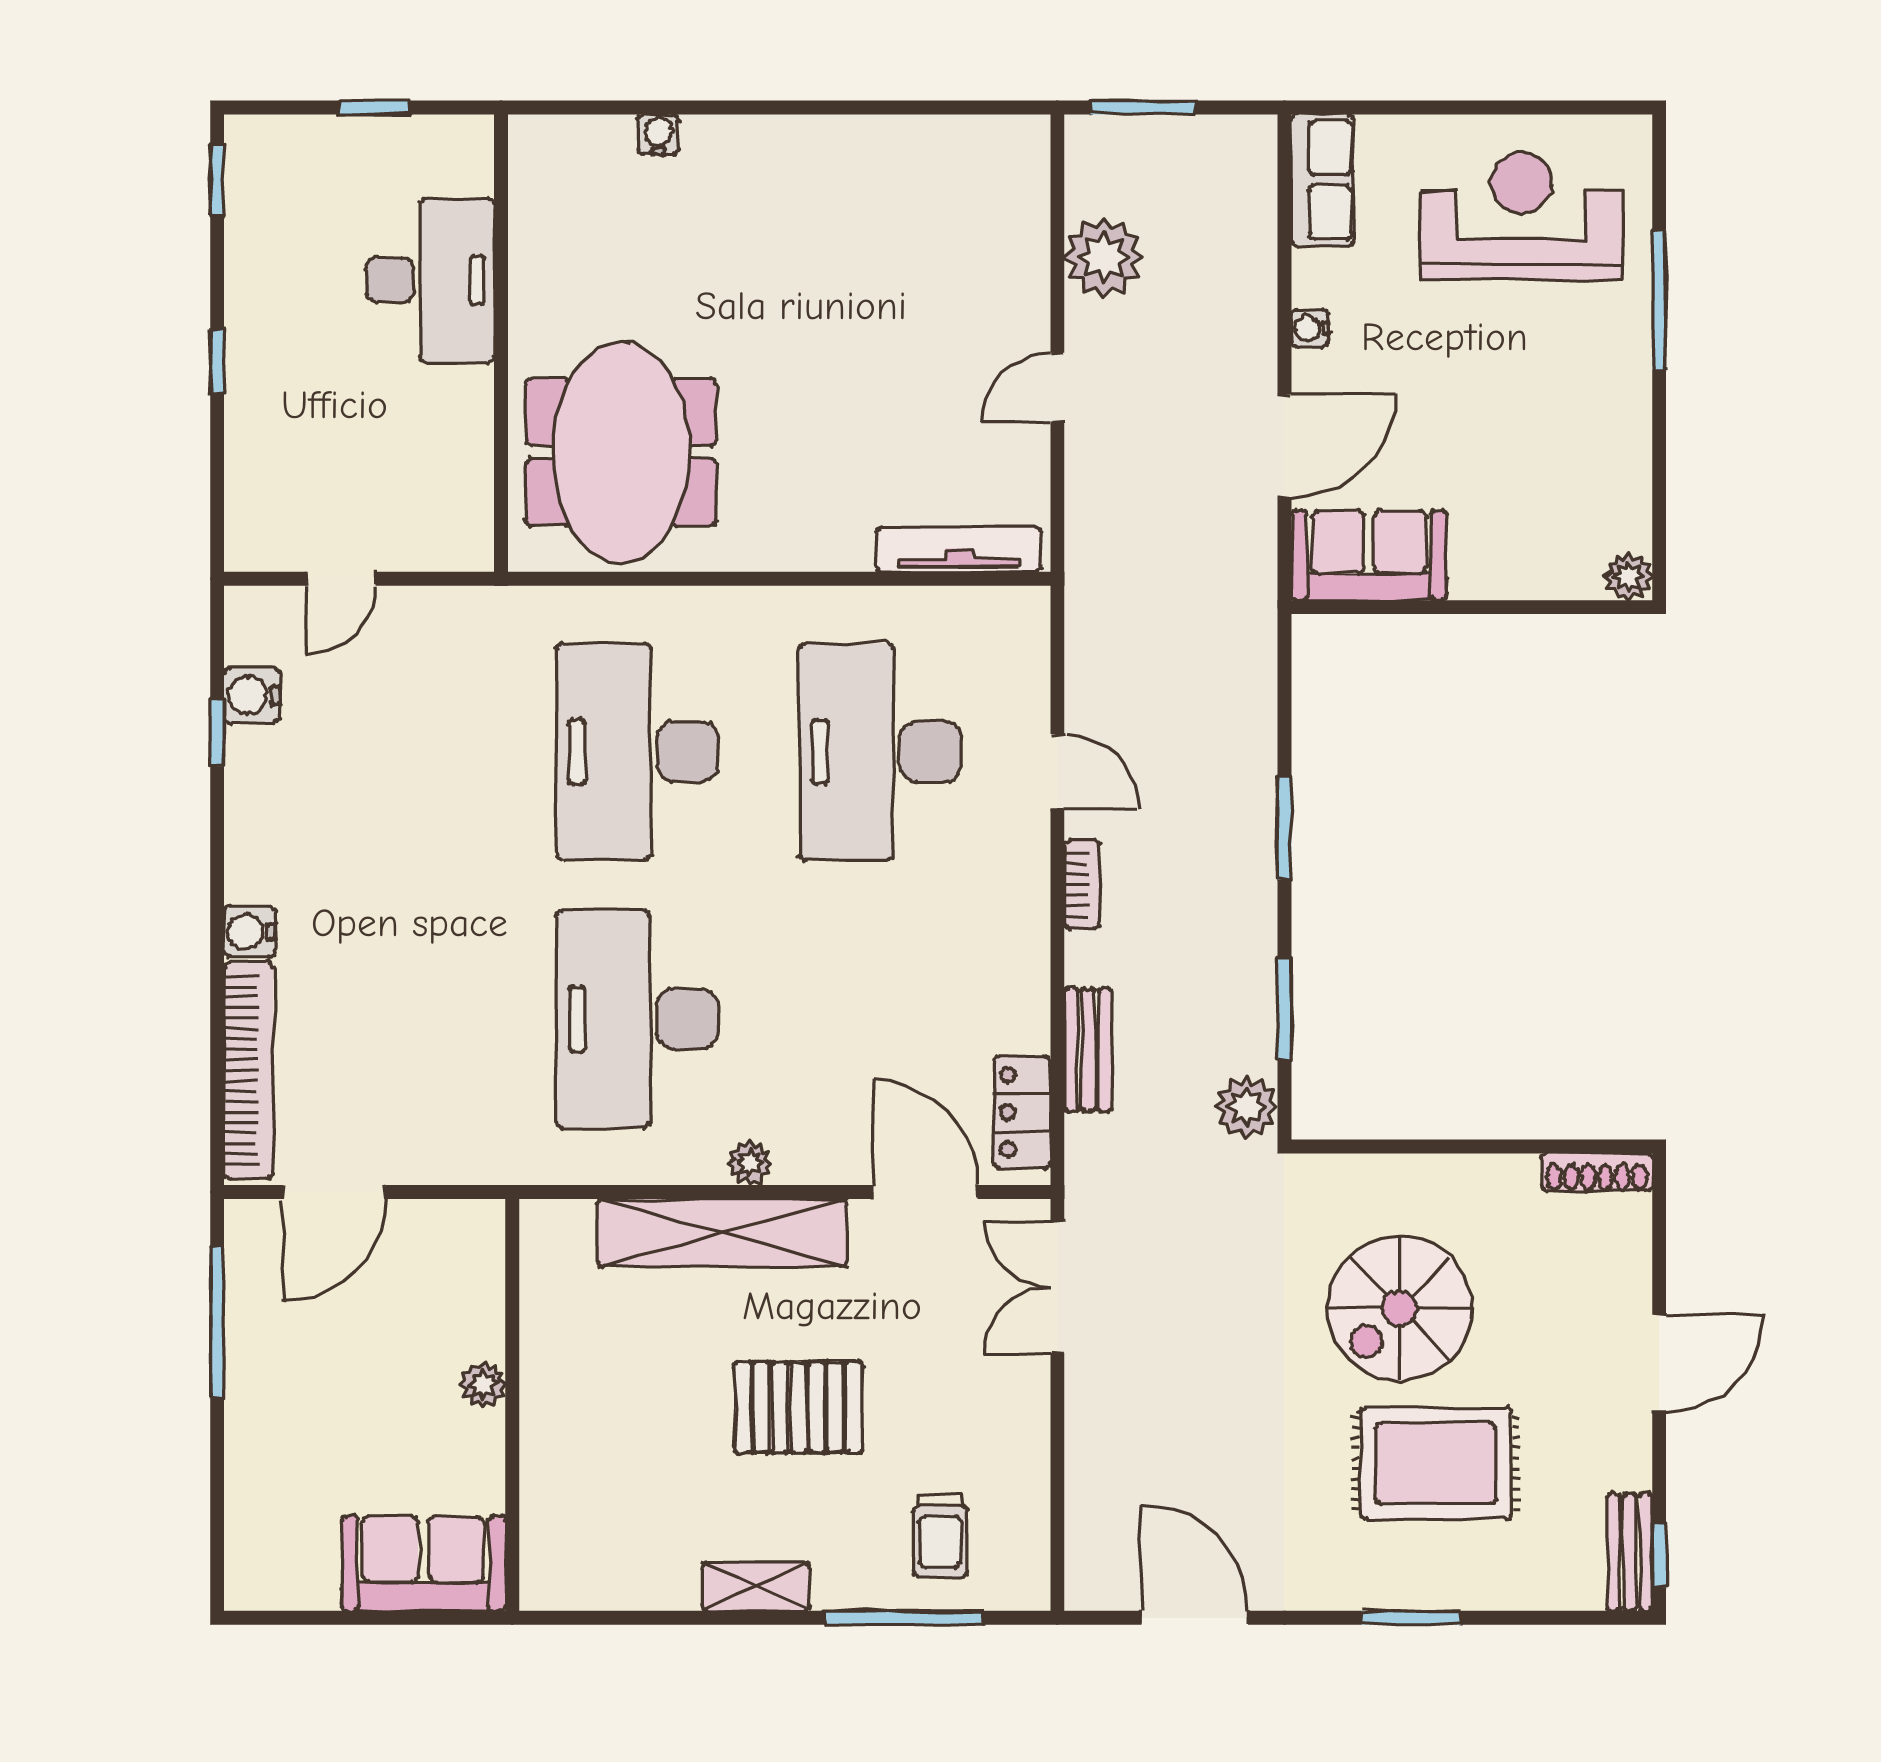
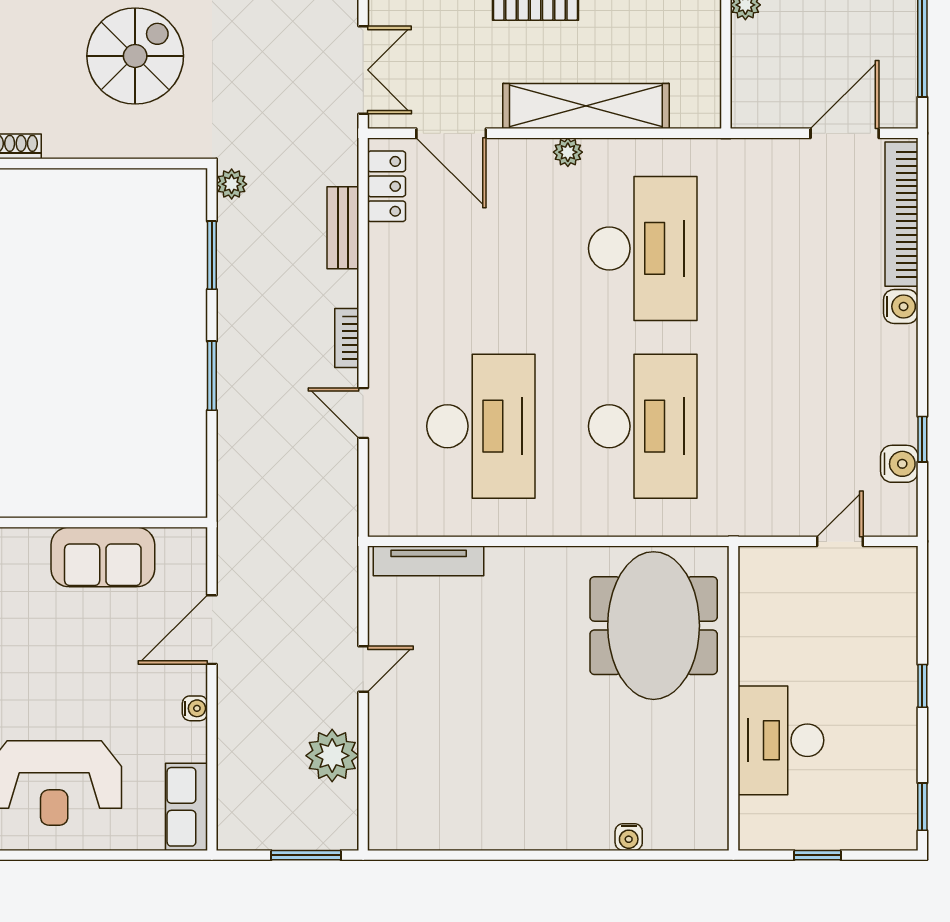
sofa: (1369, 555) -> (103, 557), moved
plant: (1247, 1107) -> (232, 184), width x0.73, depth x0.73

